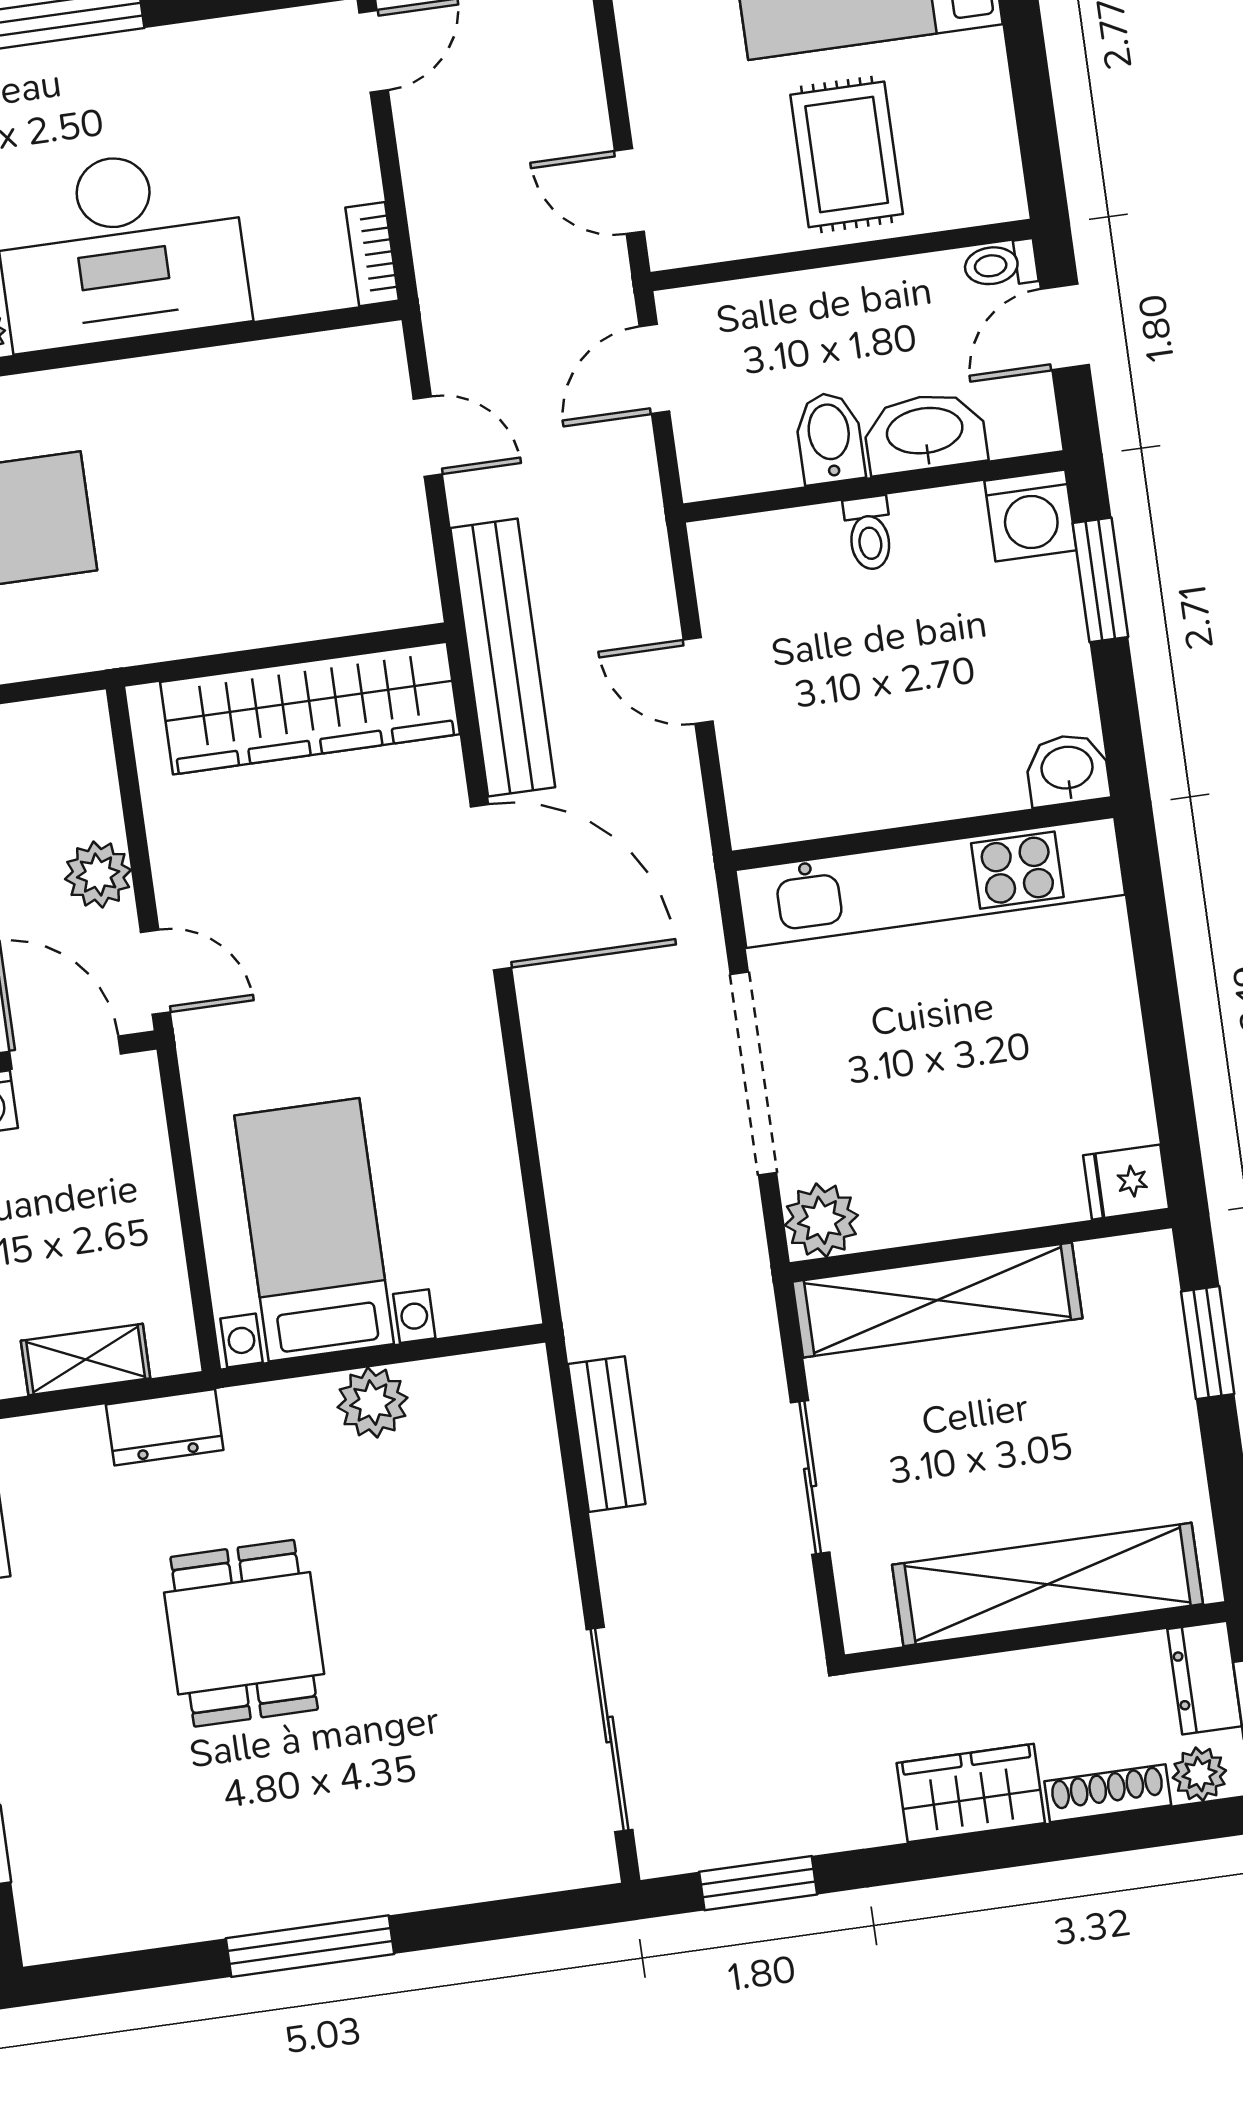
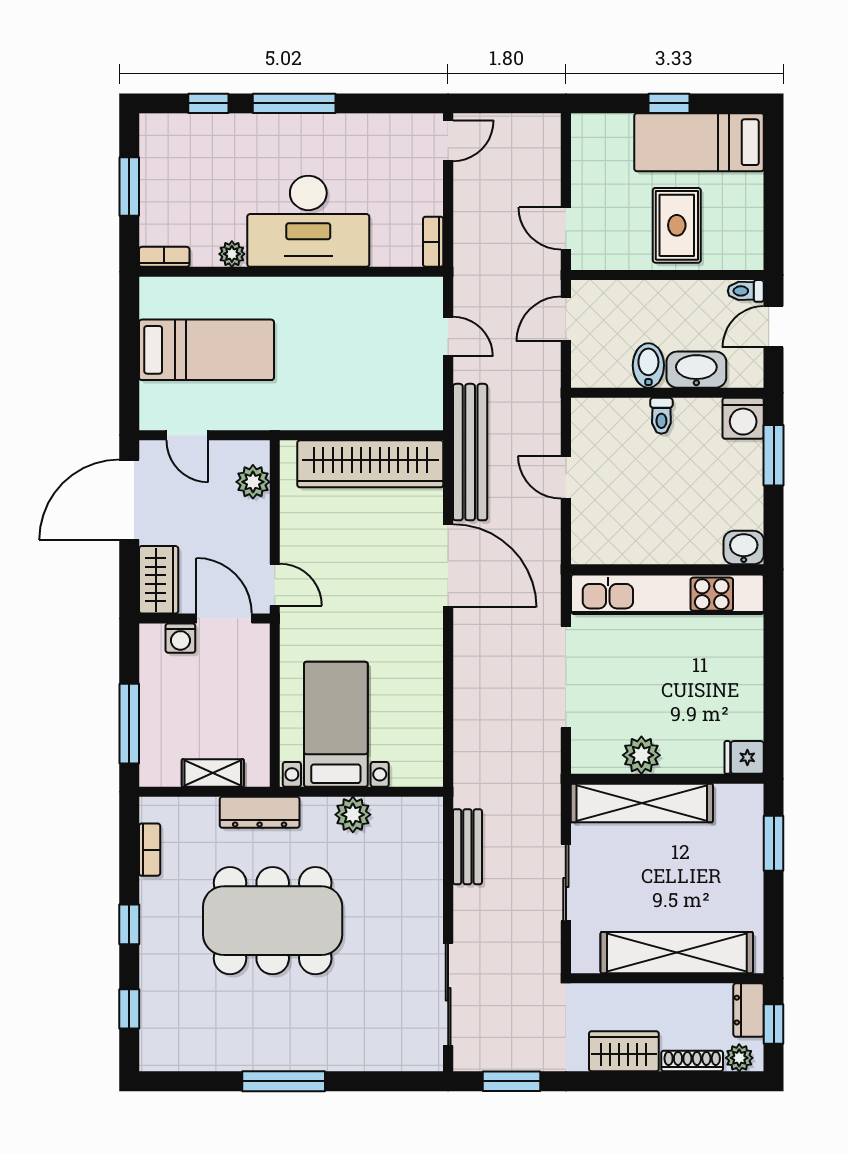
plant: (98, 874) -> (253, 482), moved
plant: (821, 1220) -> (641, 755), moved
dresser: (165, 1427) -> (260, 812), width x1.44
dining table: (244, 1633) -> (273, 921), width x1.88, depth x1.24

